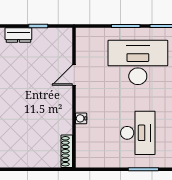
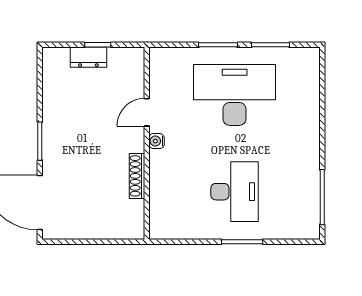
dresser: (18, 35) -> (88, 57), moved
water cooler: (81, 118) -> (157, 141), moved
shoe rack: (67, 151) -> (137, 176), moved

